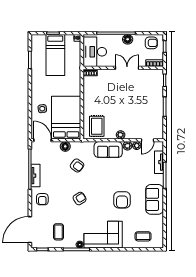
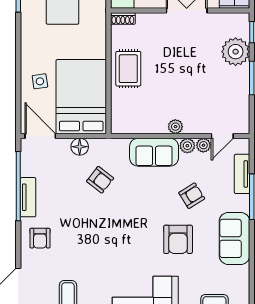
plant: (155, 92) -> (236, 52), added
rug: (97, 126) -> (128, 69), moved
armchair: (80, 199) -> (192, 196), moved

